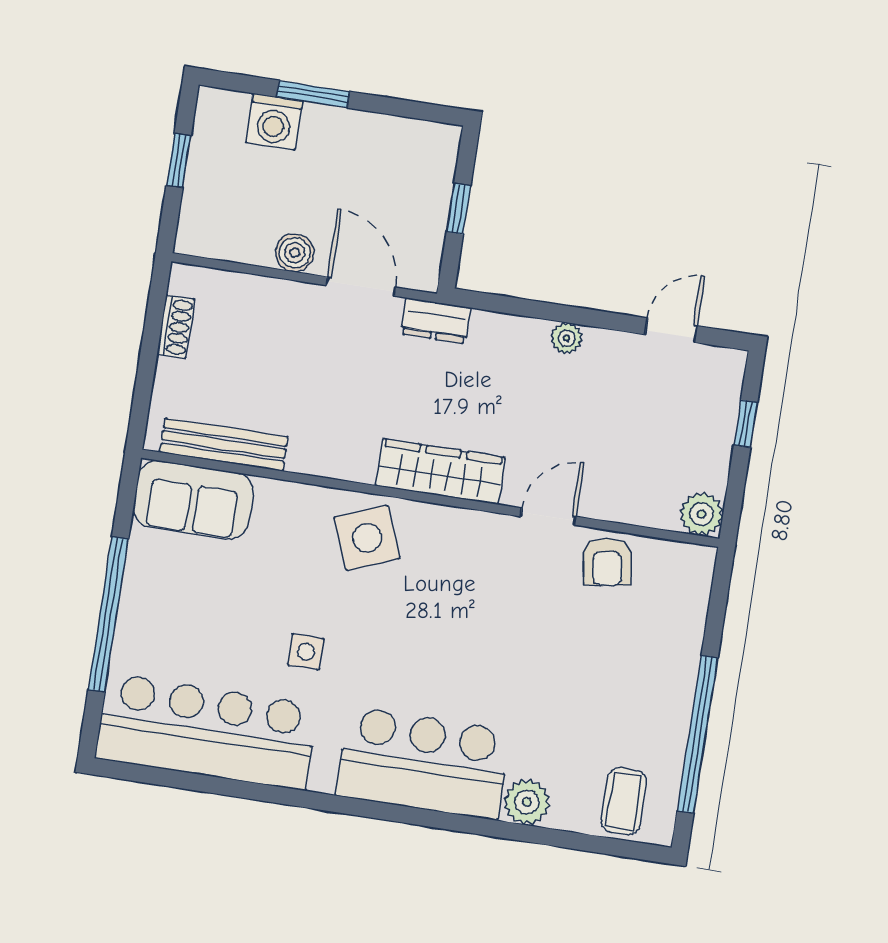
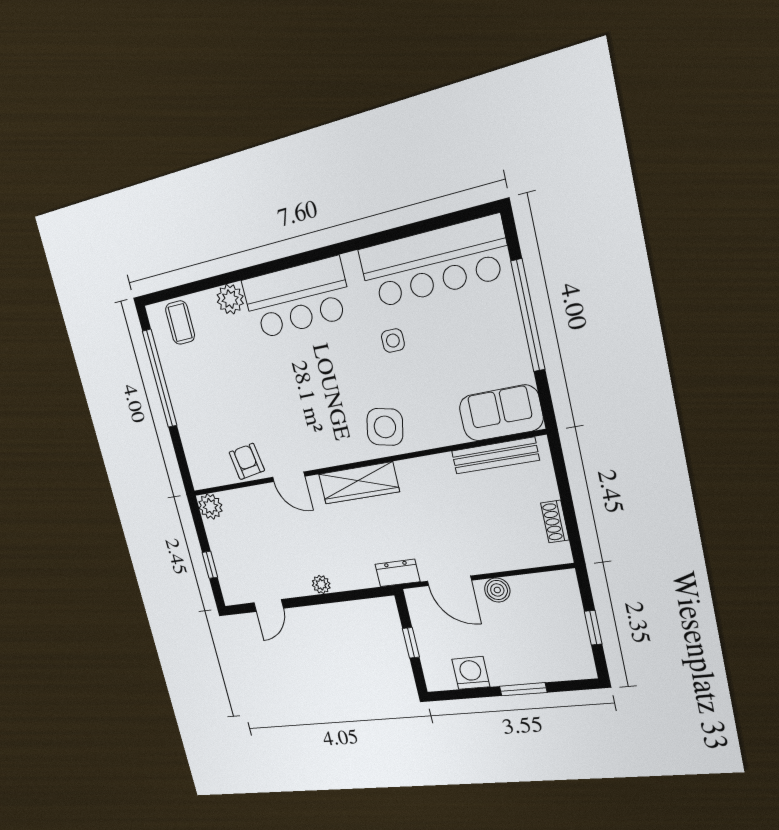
washing machine: (274, 122) -> (471, 673), moved
door: (548, 516) -> (289, 477), hinge flipped
side table: (367, 538) -> (385, 427), turned 34

